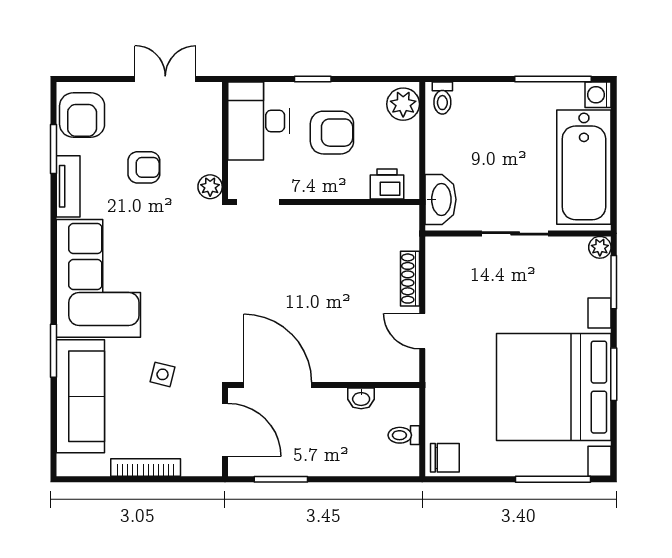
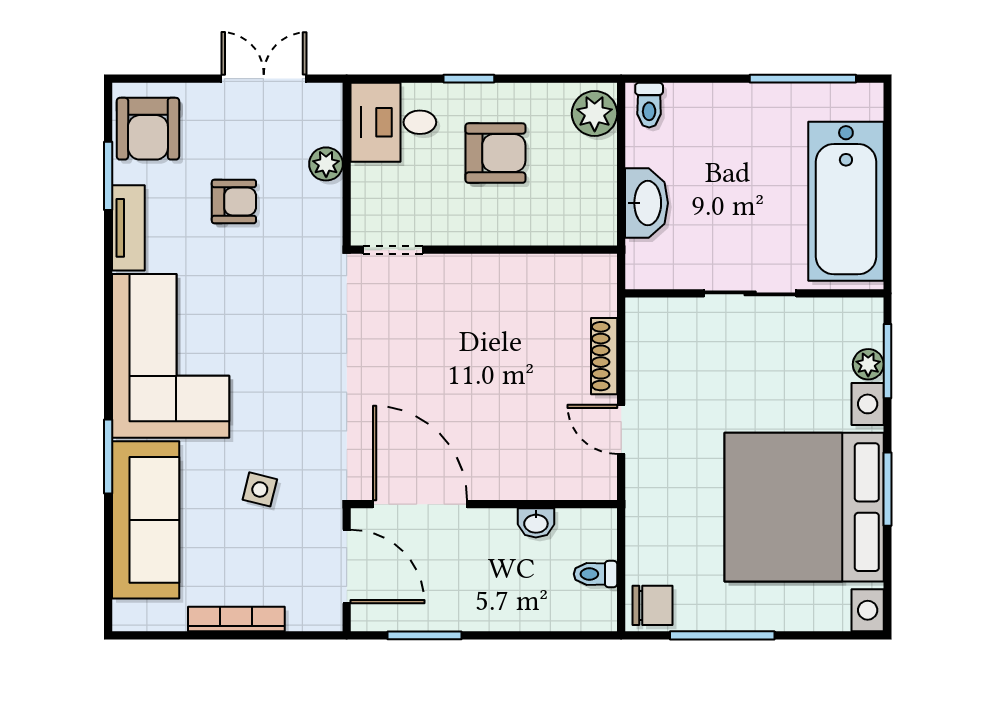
washing machine: (598, 95) -> (866, 100), removed
desk: (259, 121) -> (393, 122), width x0.73
printer: (387, 184) -> (572, 225), removed
plant: (210, 187) -> (326, 164), moved
washbasin: (440, 199) -> (646, 203), moved
plant: (600, 247) -> (868, 364), moved
window: (553, 479) -> (722, 635), moved

